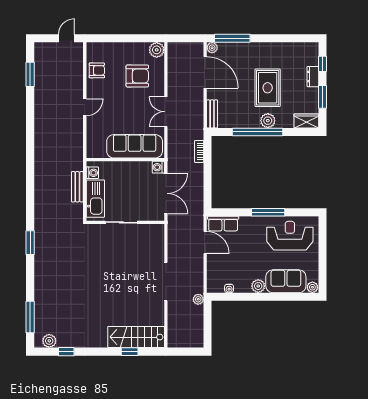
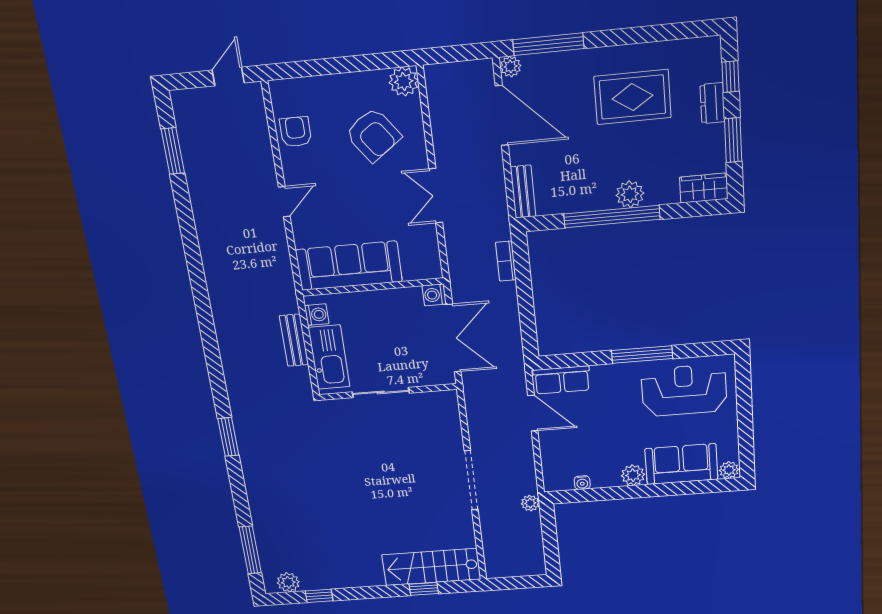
armchair: (97, 70) -> (296, 132), turned -90
armchair: (137, 76) -> (373, 135), turned 54
rug: (268, 88) -> (632, 97), moved, turned 90
sofa: (135, 146) -> (349, 266), moved

